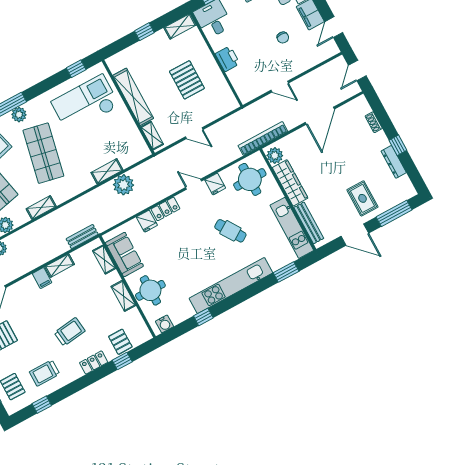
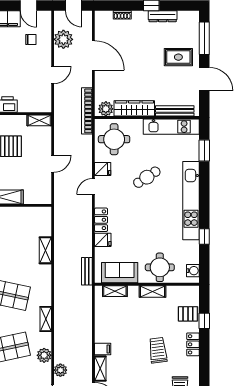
chair: (283, 37) -> (31, 40), moved
shelving: (152, 136) -> (39, 120), moved
plant: (124, 185) -> (63, 39), moved
door: (355, 235) -> (204, 79), hinge flipped
bench: (82, 237) -> (87, 271), moved
shelving: (60, 266) -> (100, 369), moved

